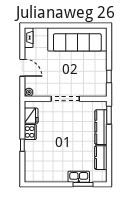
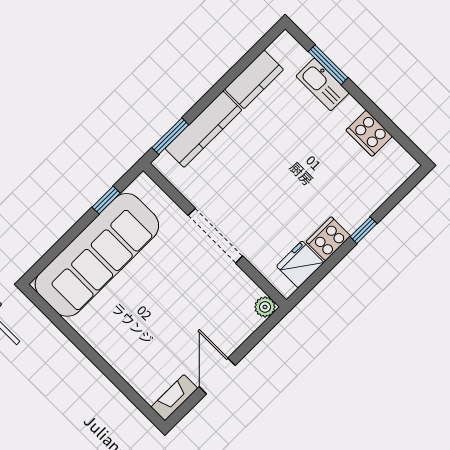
sofa: (77, 39) -> (97, 255), moved, turned 90
door: (22, 68) -> (217, 376), moved
cooker: (50, 176) -> (369, 133), added

